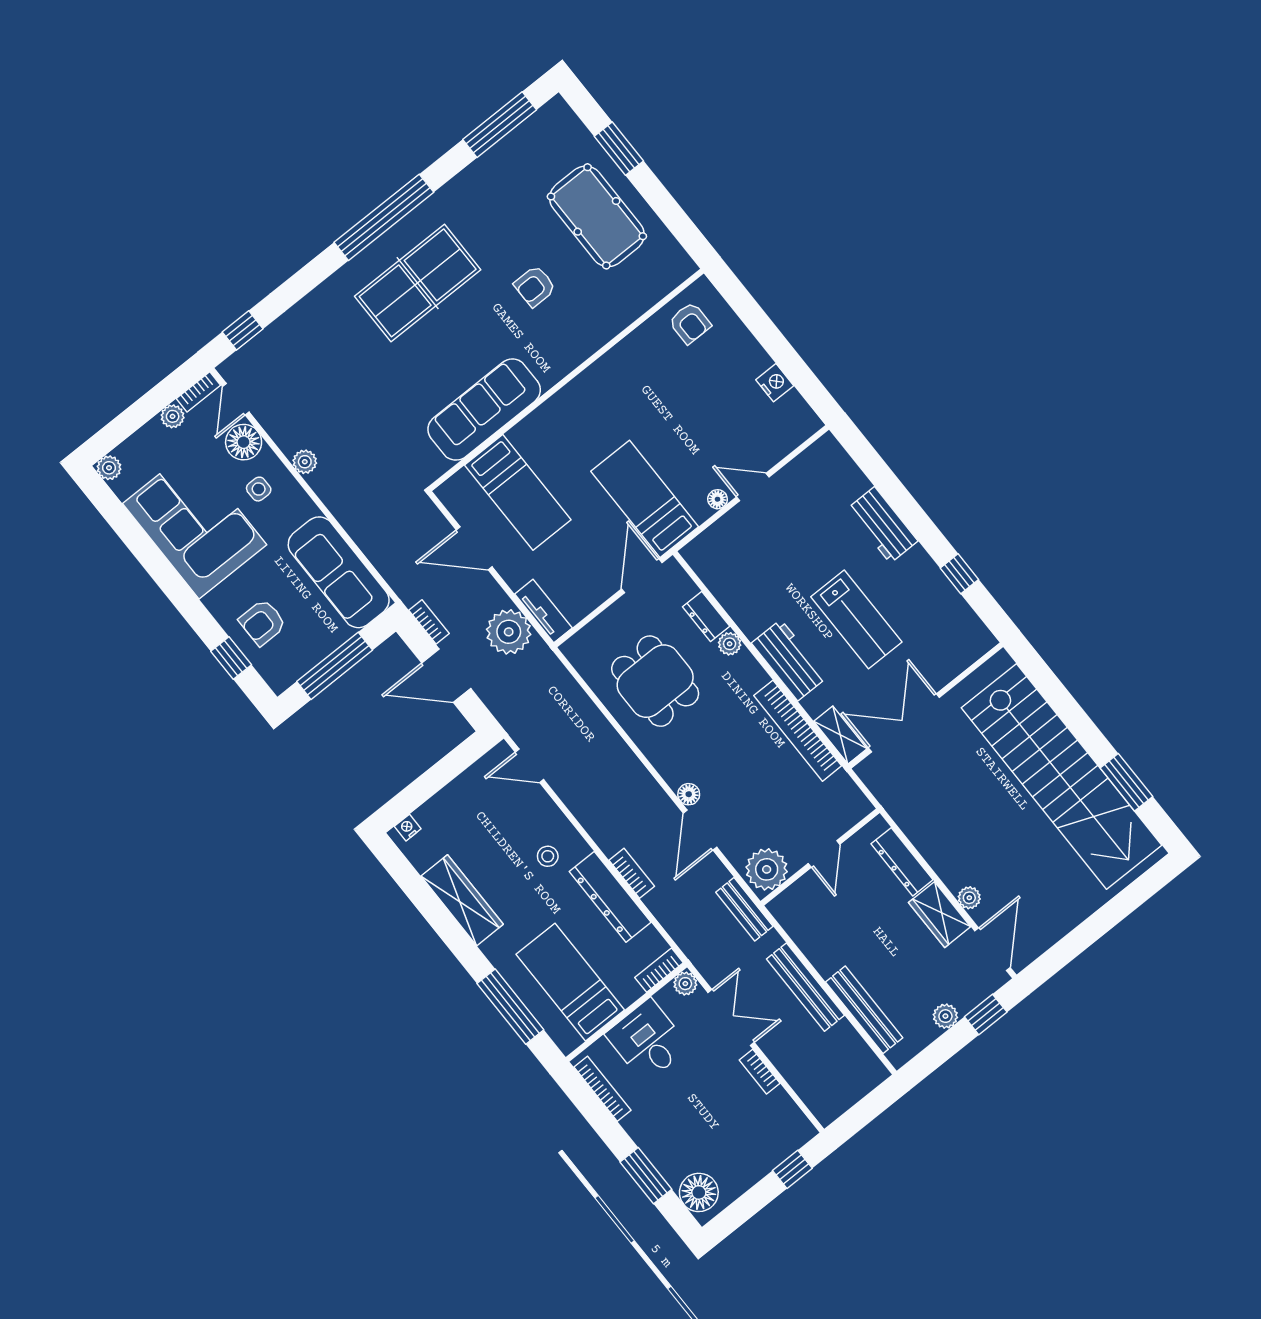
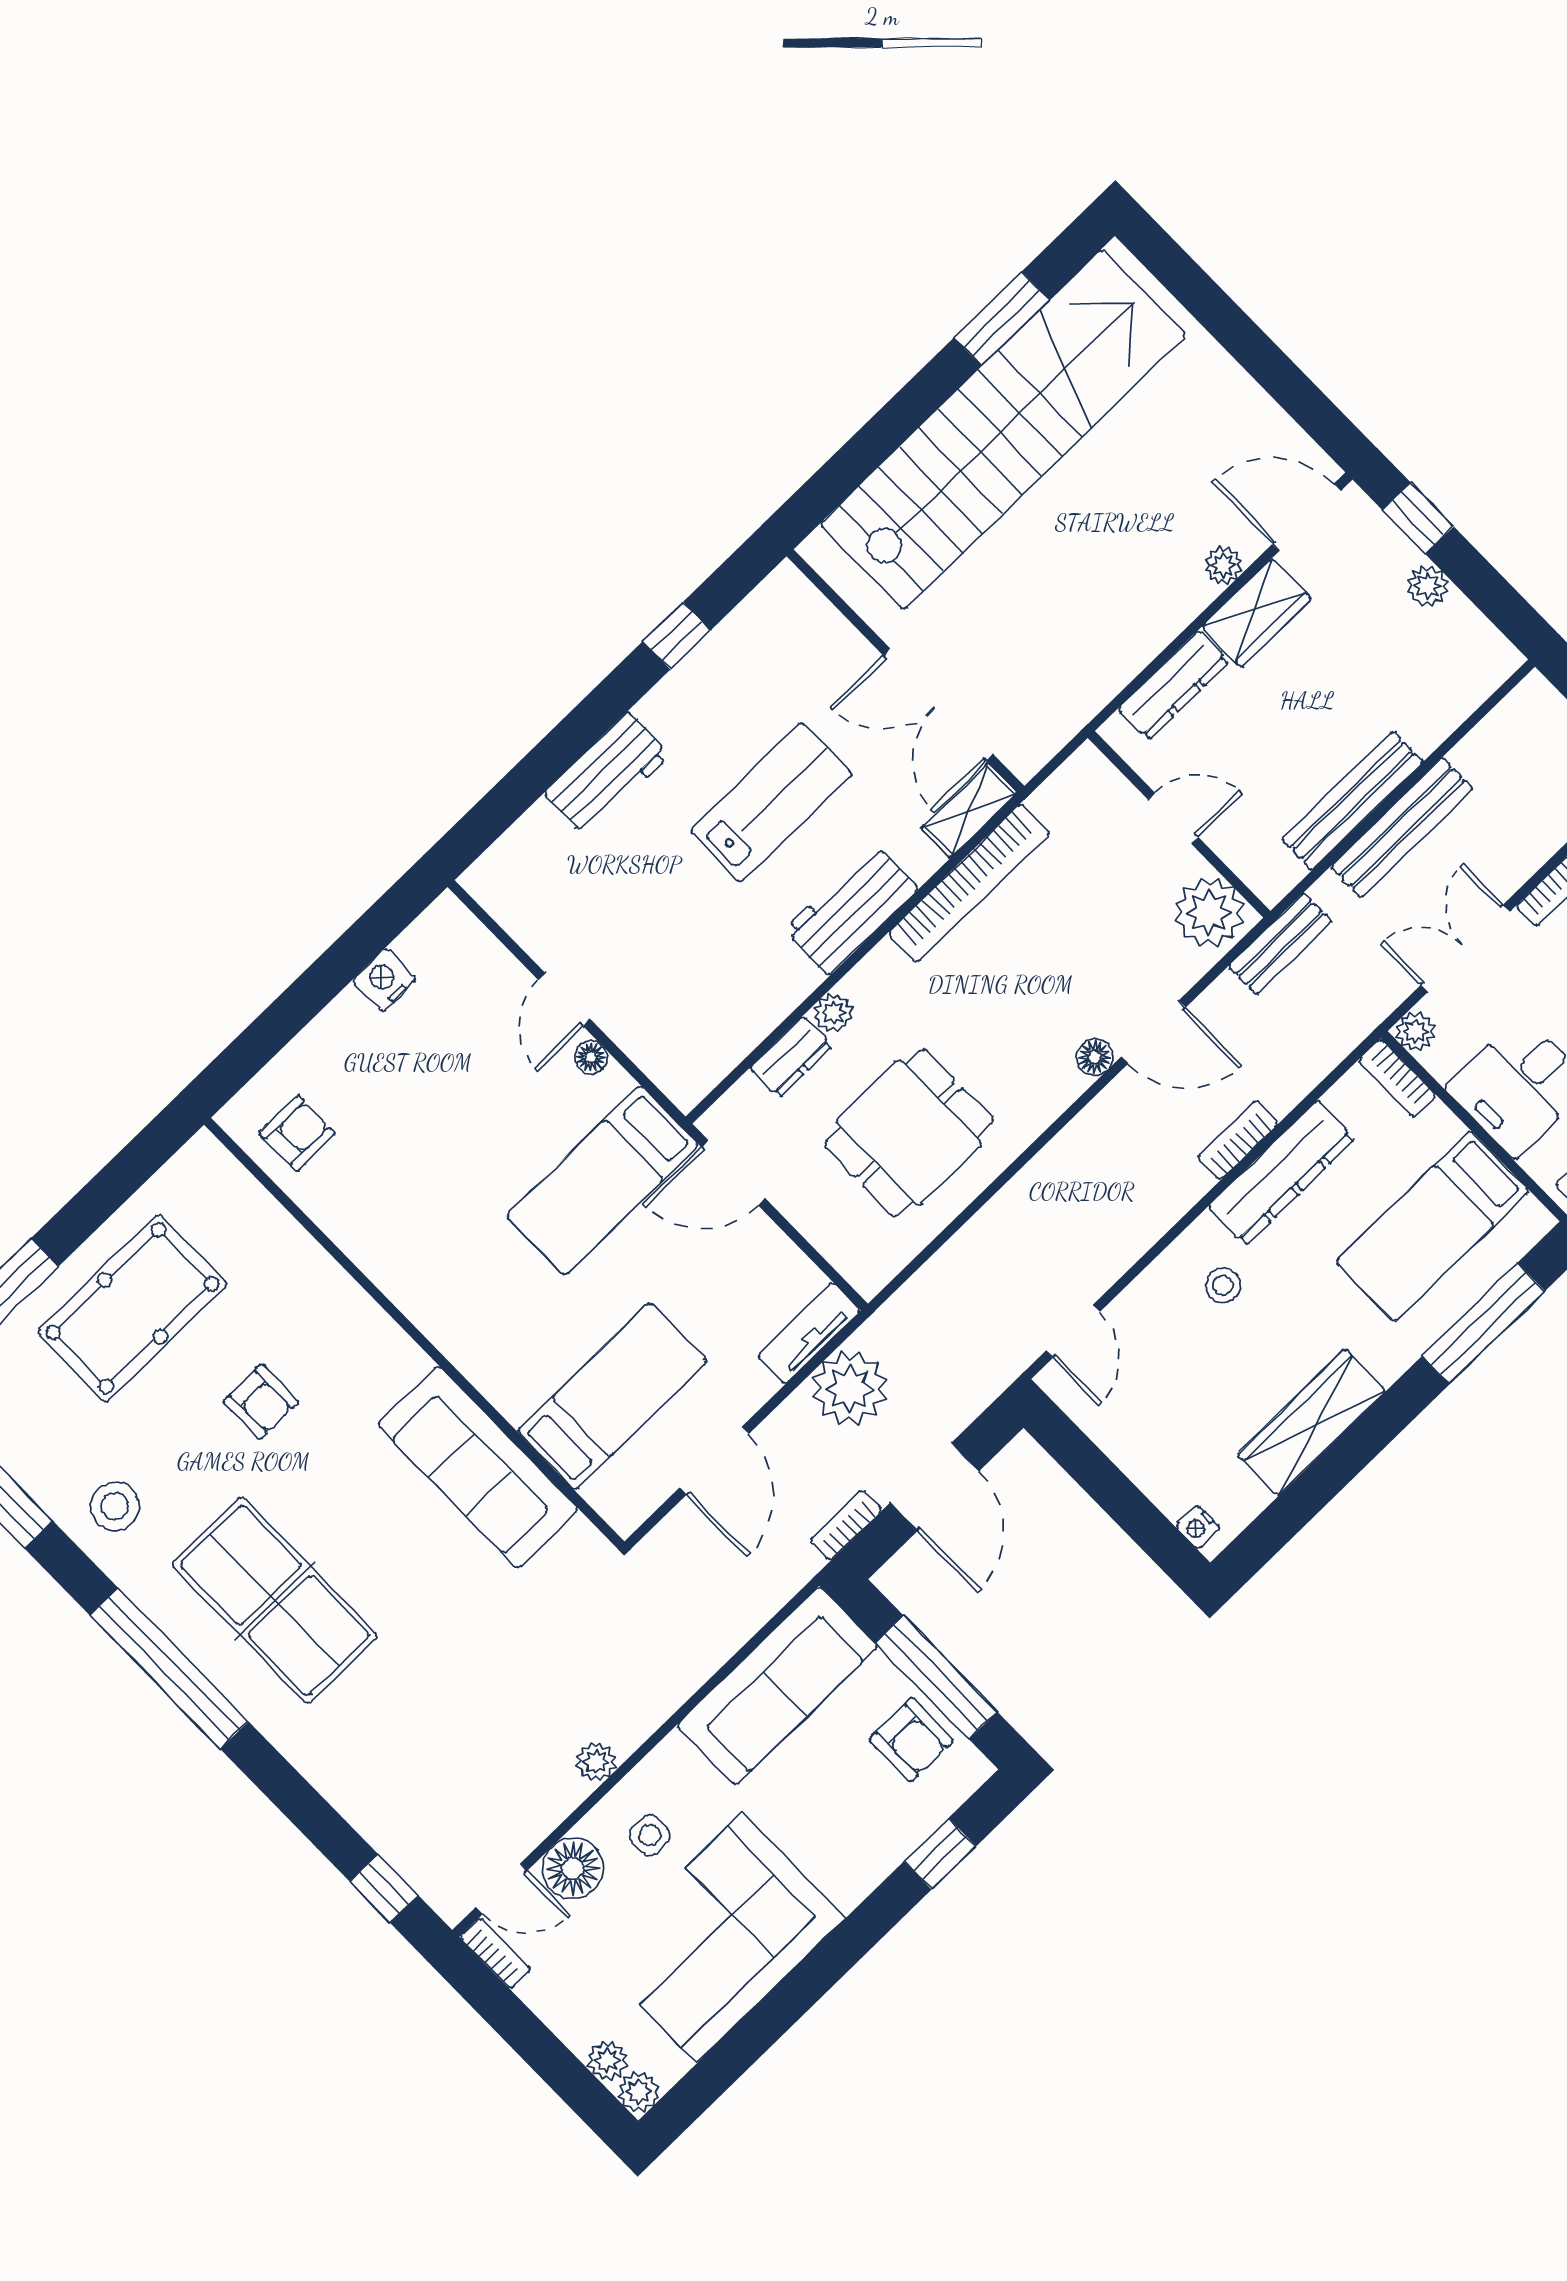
stool: (482, 195) -> (115, 1506), added
plant: (173, 416) -> (607, 2061), moved
armchair: (262, 622) -> (911, 1740), moved
bench: (864, 1010) -> (1352, 801), moved

